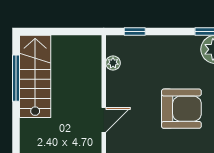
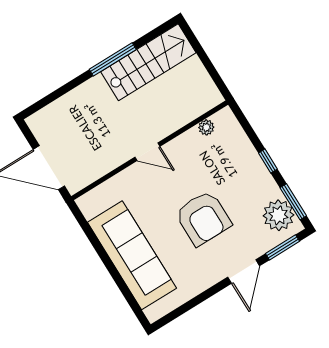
window: (135, 32) -> (268, 161), moved
window: (16, 78) -> (113, 59), moved

